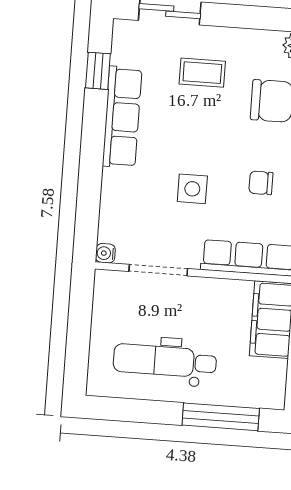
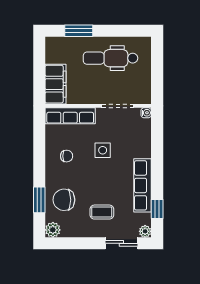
plant: (124, 30) -> (145, 231), added
dental chair: (165, 361) -> (110, 58), turned 180
window: (221, 417) -> (79, 31), width x0.69

